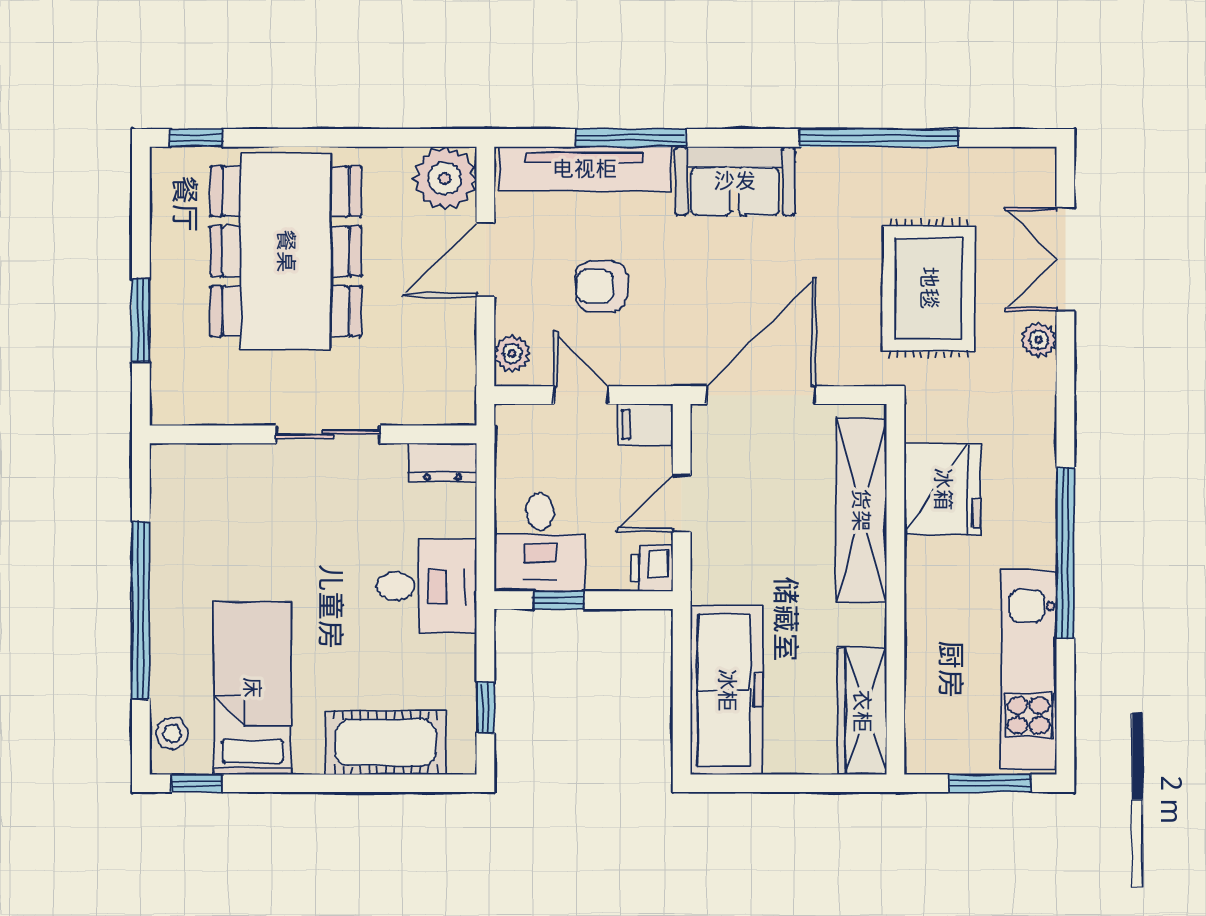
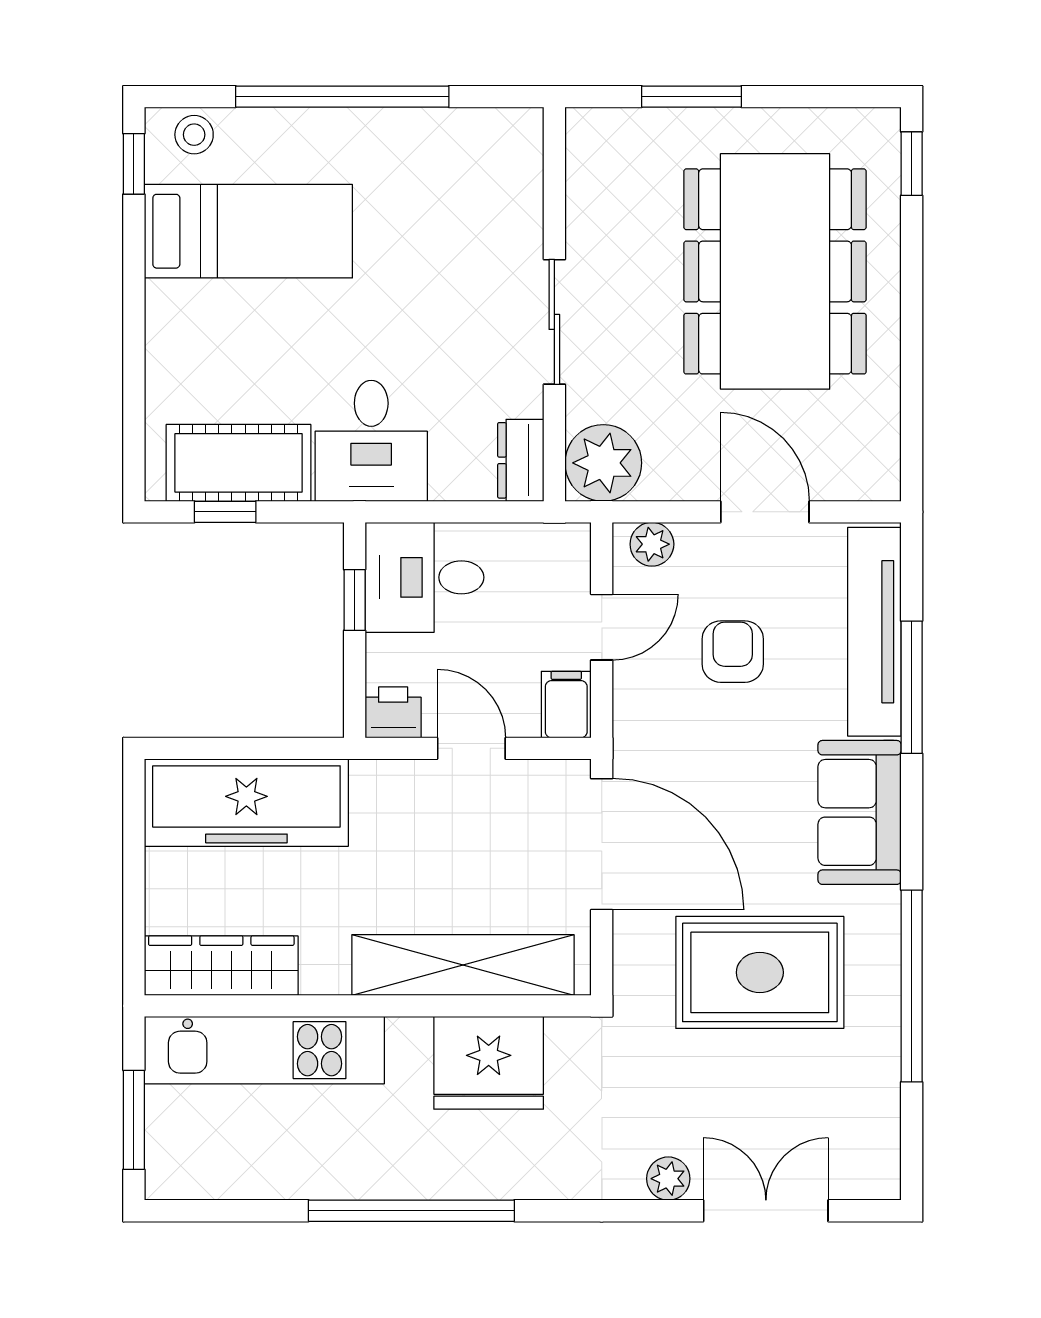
plant: (445, 178) -> (603, 463), moved
dining table: (286, 251) -> (775, 271), turned 90
rug: (929, 288) -> (760, 972), moved
kitchen unit: (1029, 670) -> (264, 1050), moved, turned 180
cot: (386, 743) -> (239, 463), moved, turned 90

